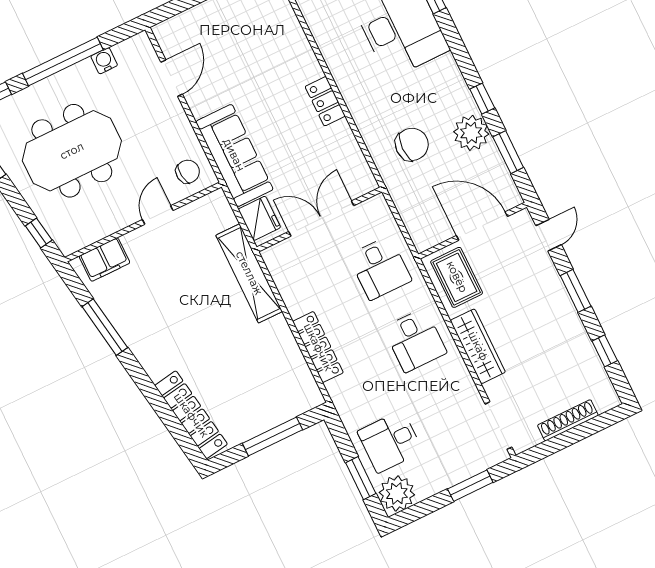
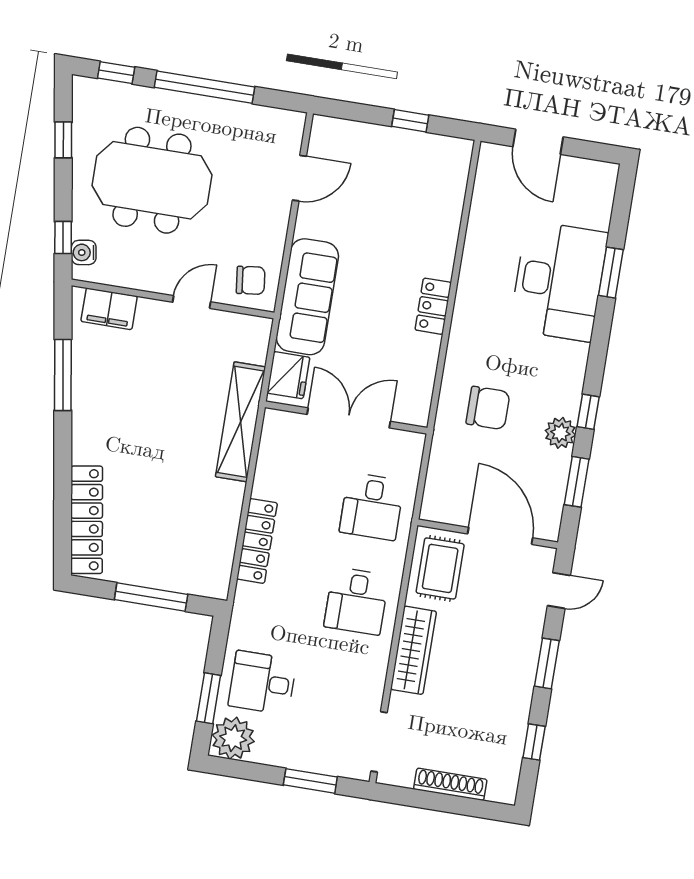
water cooler: (104, 61) -> (84, 252), moved, turned -99
plant: (471, 133) -> (560, 433), width x0.73, depth x0.73

